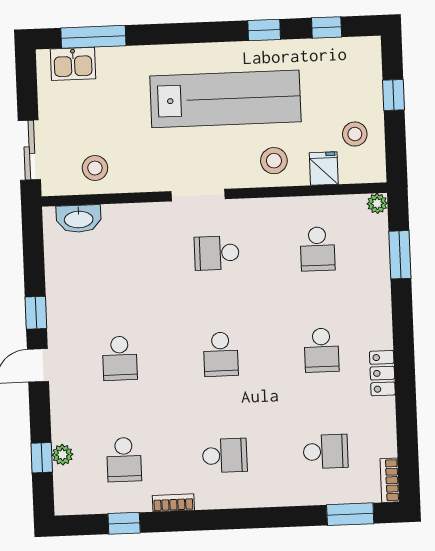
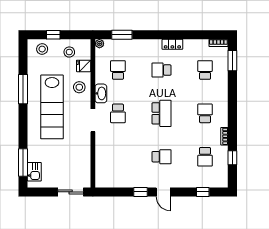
window: (327, 27) -> (23, 62), removed
window: (264, 30) -> (23, 89), width x2.17
lab bench: (225, 99) -> (52, 107), turned 180
stool: (95, 168) -> (42, 49), moved
washbasin: (79, 219) -> (101, 93), moved
school desk: (317, 249) -> (118, 70), turned -90
school desk: (322, 350) -> (161, 70), turned 180
school desk: (221, 354) -> (161, 113), width x1.85
plant: (62, 455) -> (202, 183), removed
school desk: (124, 460) -> (205, 157), turned 90

